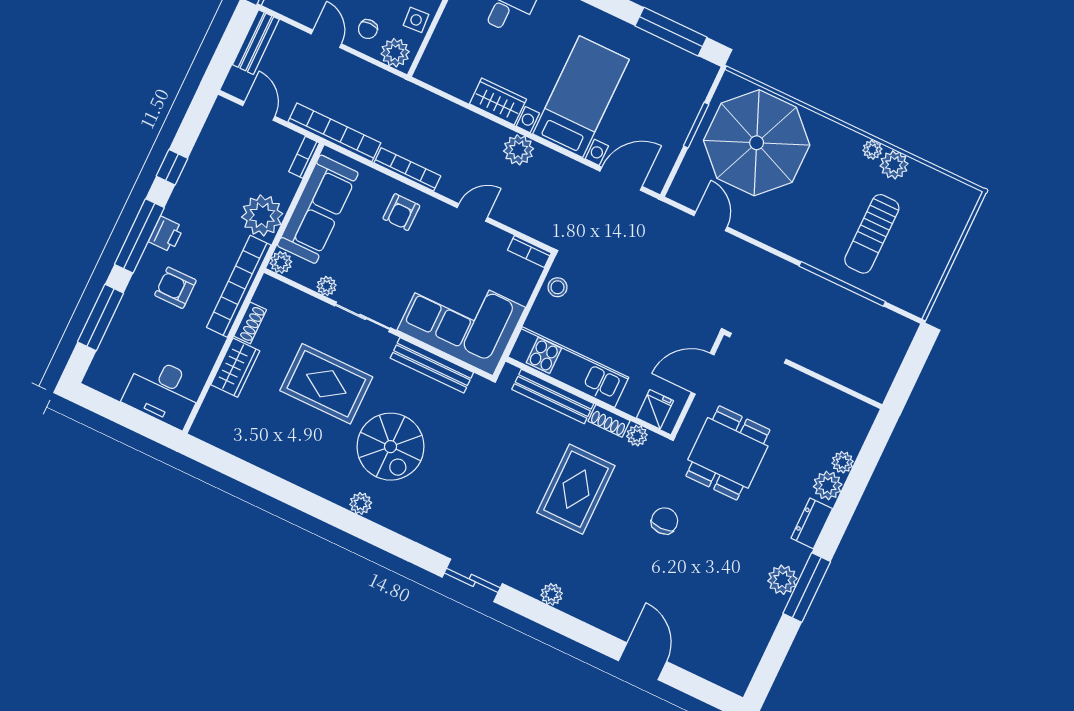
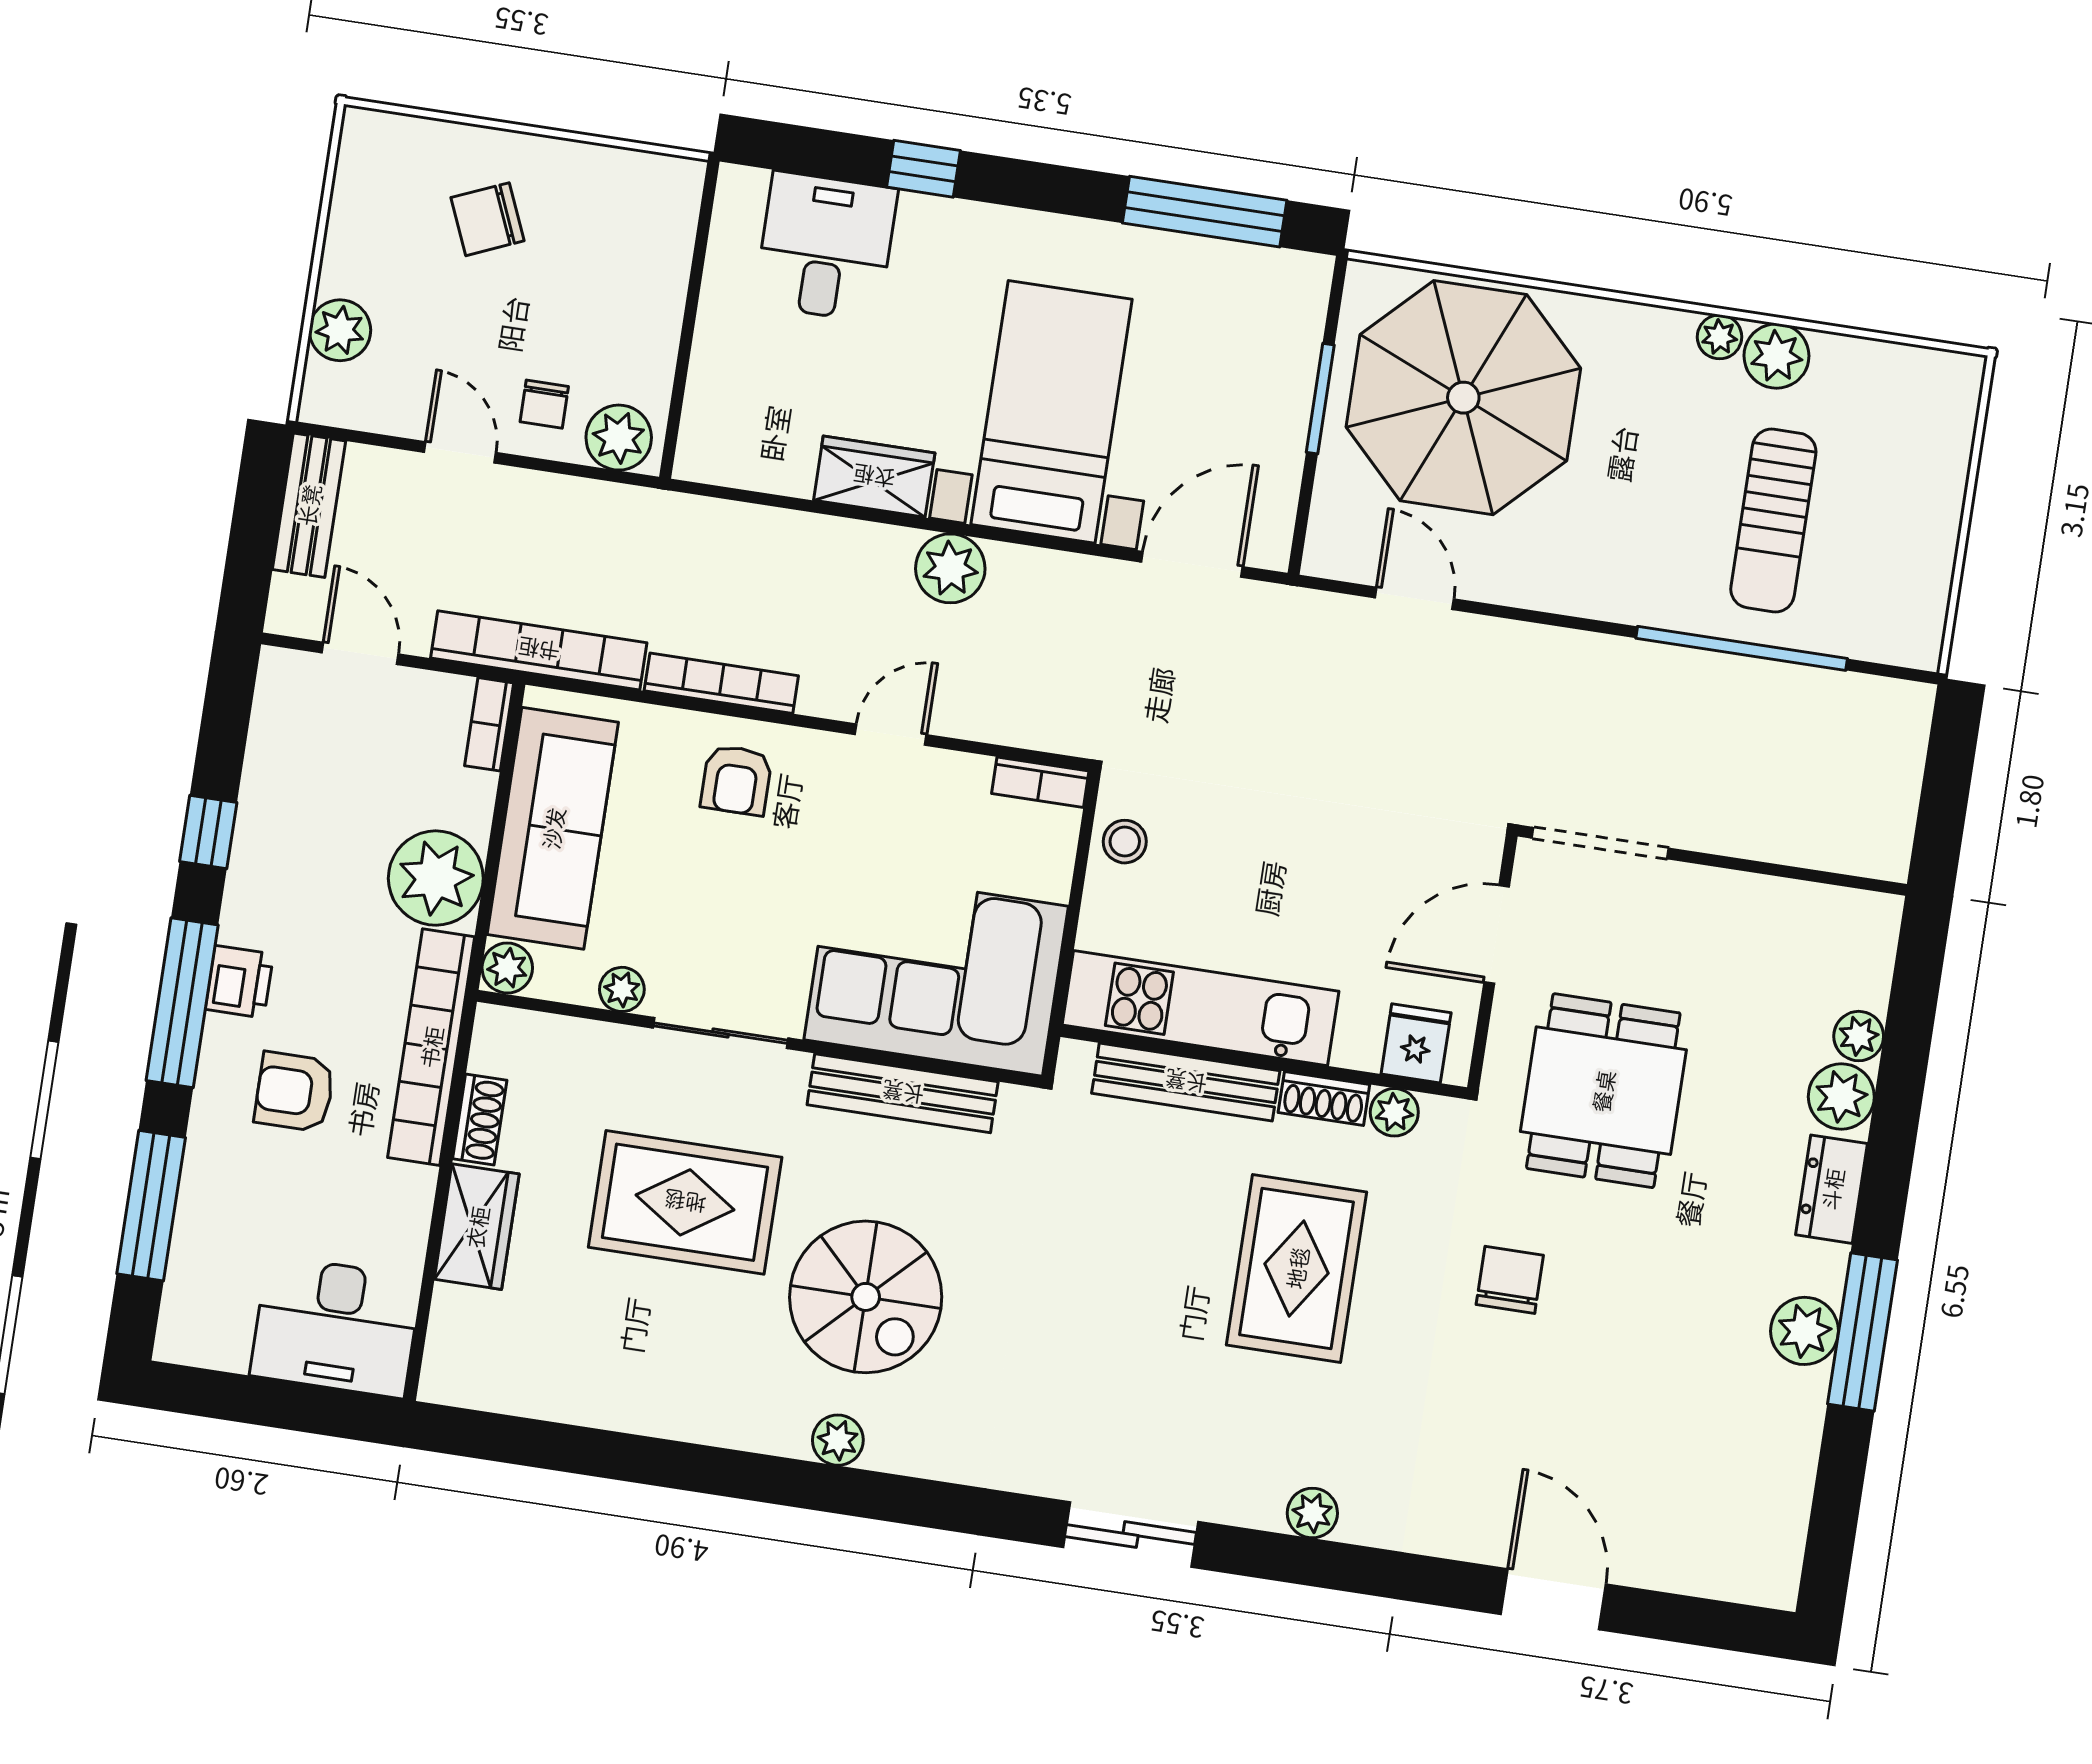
side table: (416, 20) -> (643, 353), removed

